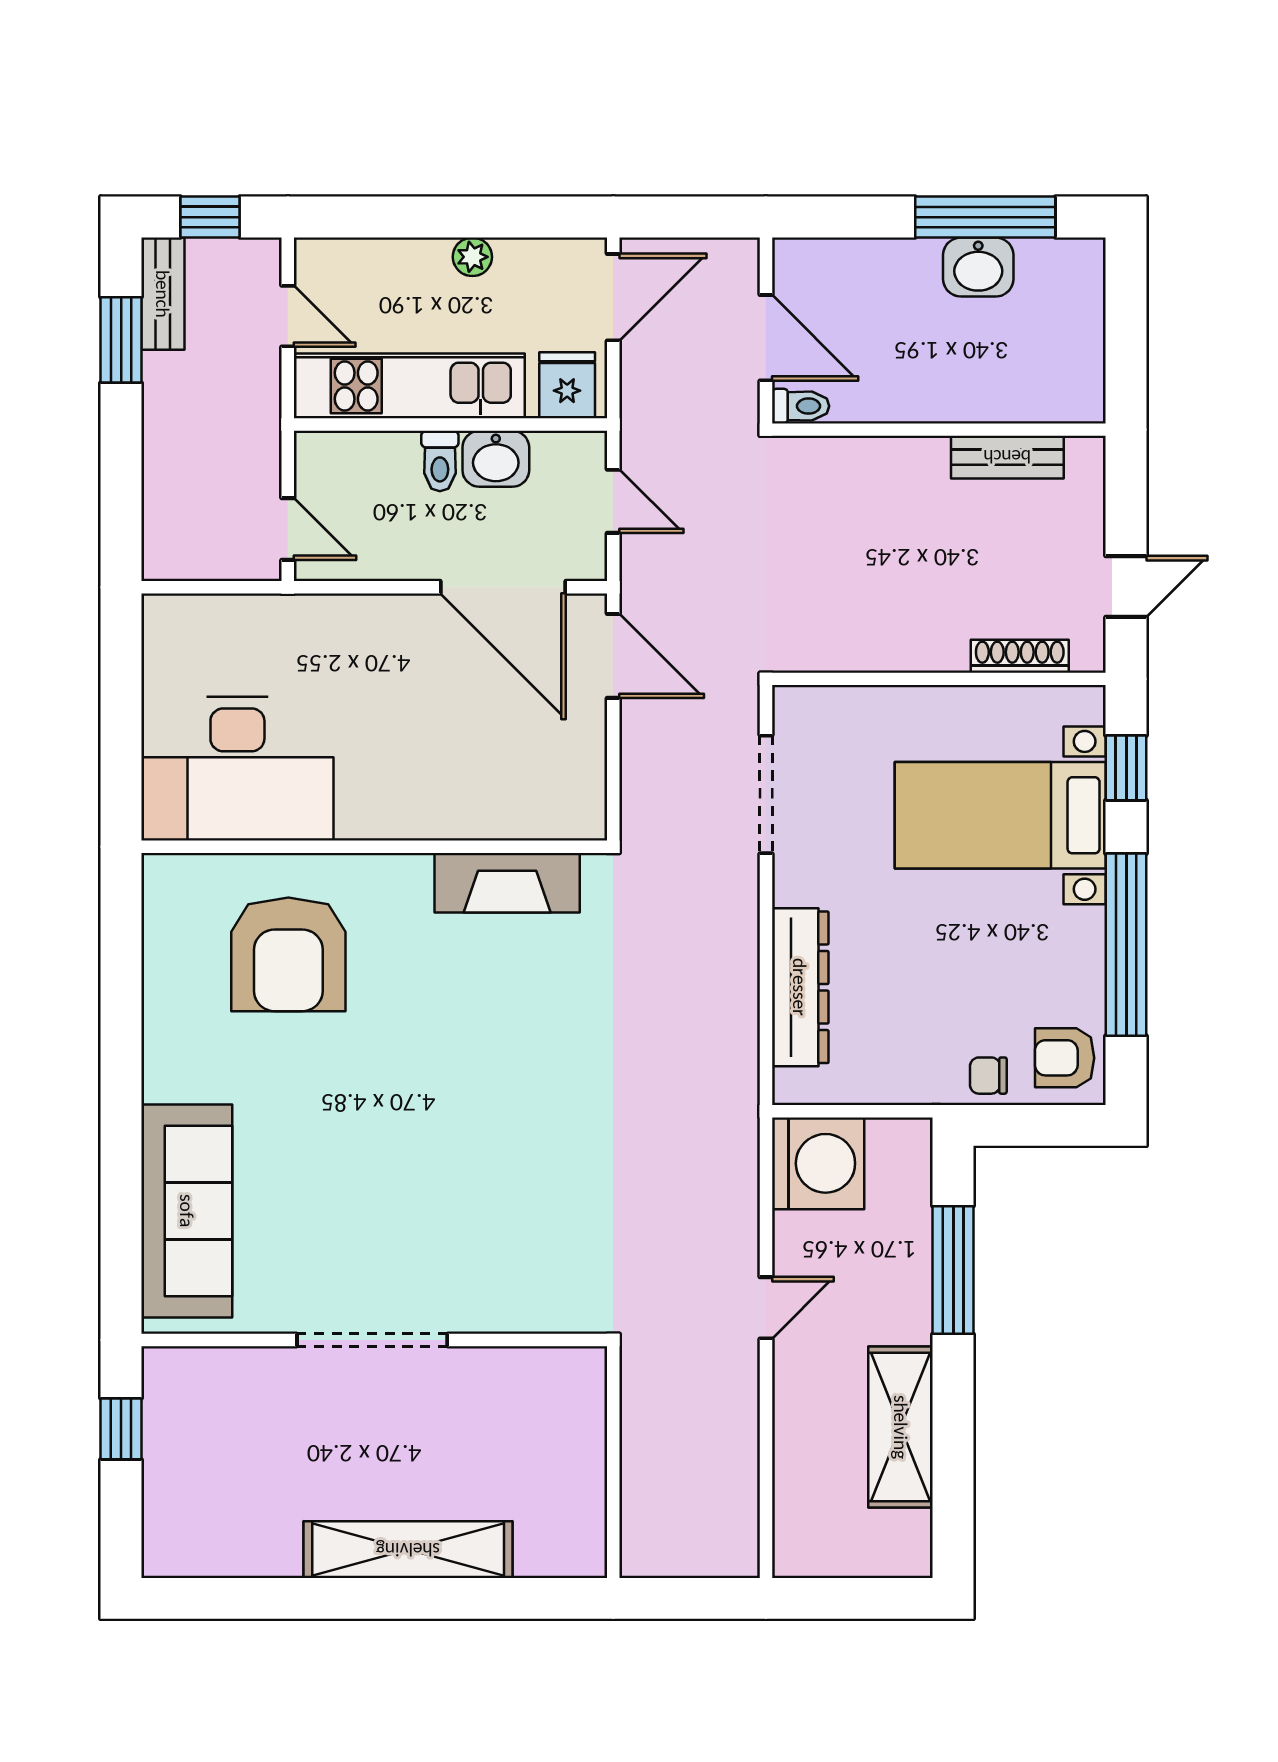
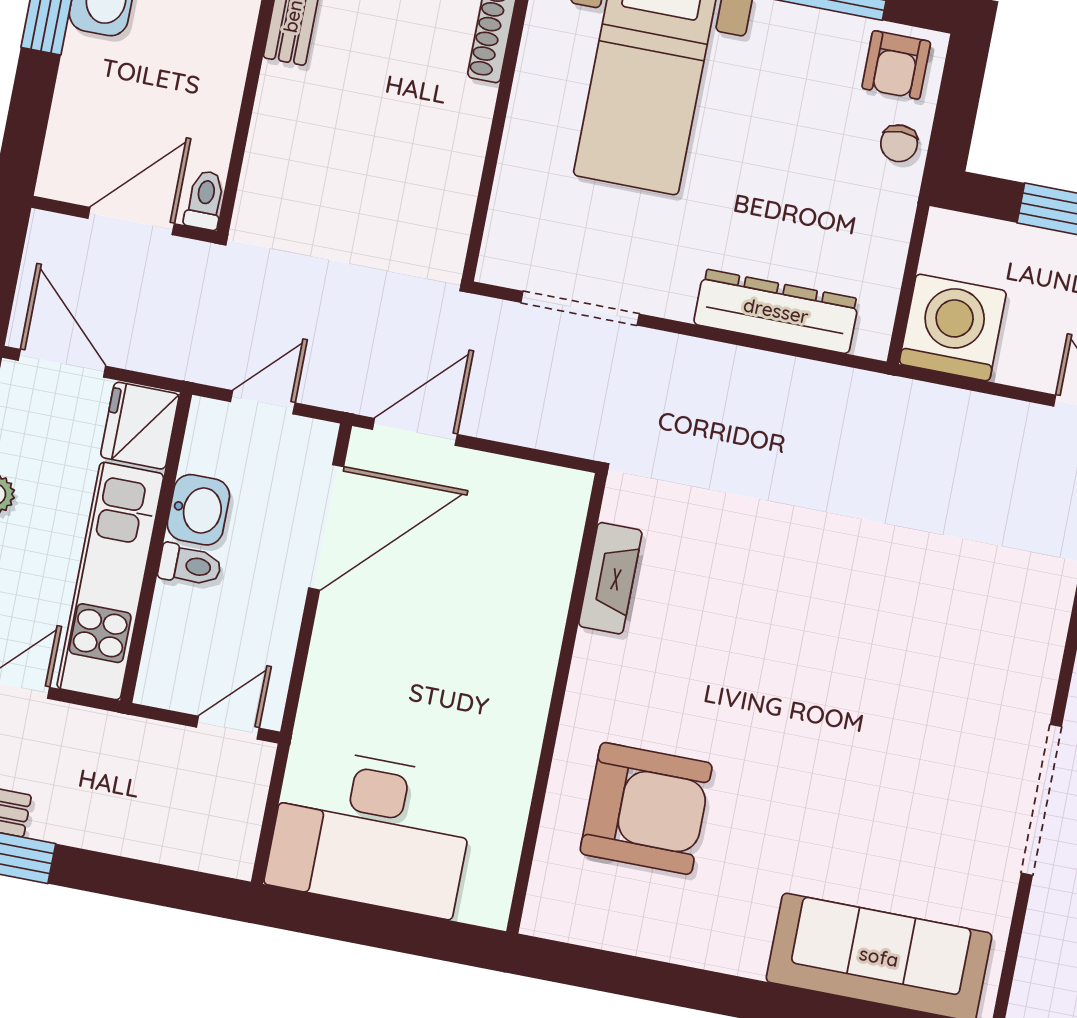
fridge: (567, 385) -> (140, 426), width x1.38
desk: (237, 769) -> (371, 832), moved, turned 90
fireplace: (507, 883) -> (610, 578), width x0.73, depth x0.76

